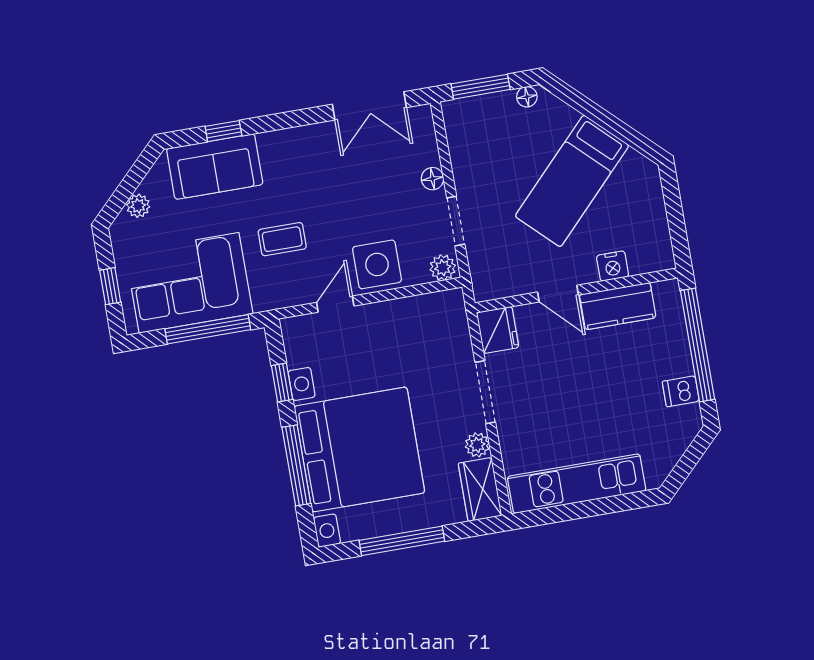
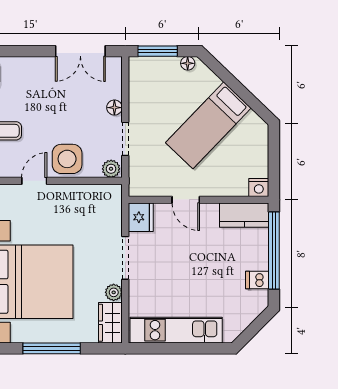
nightstand: (613, 266) -> (259, 188), moved
kitchen counter: (618, 306) -> (244, 215), moved

